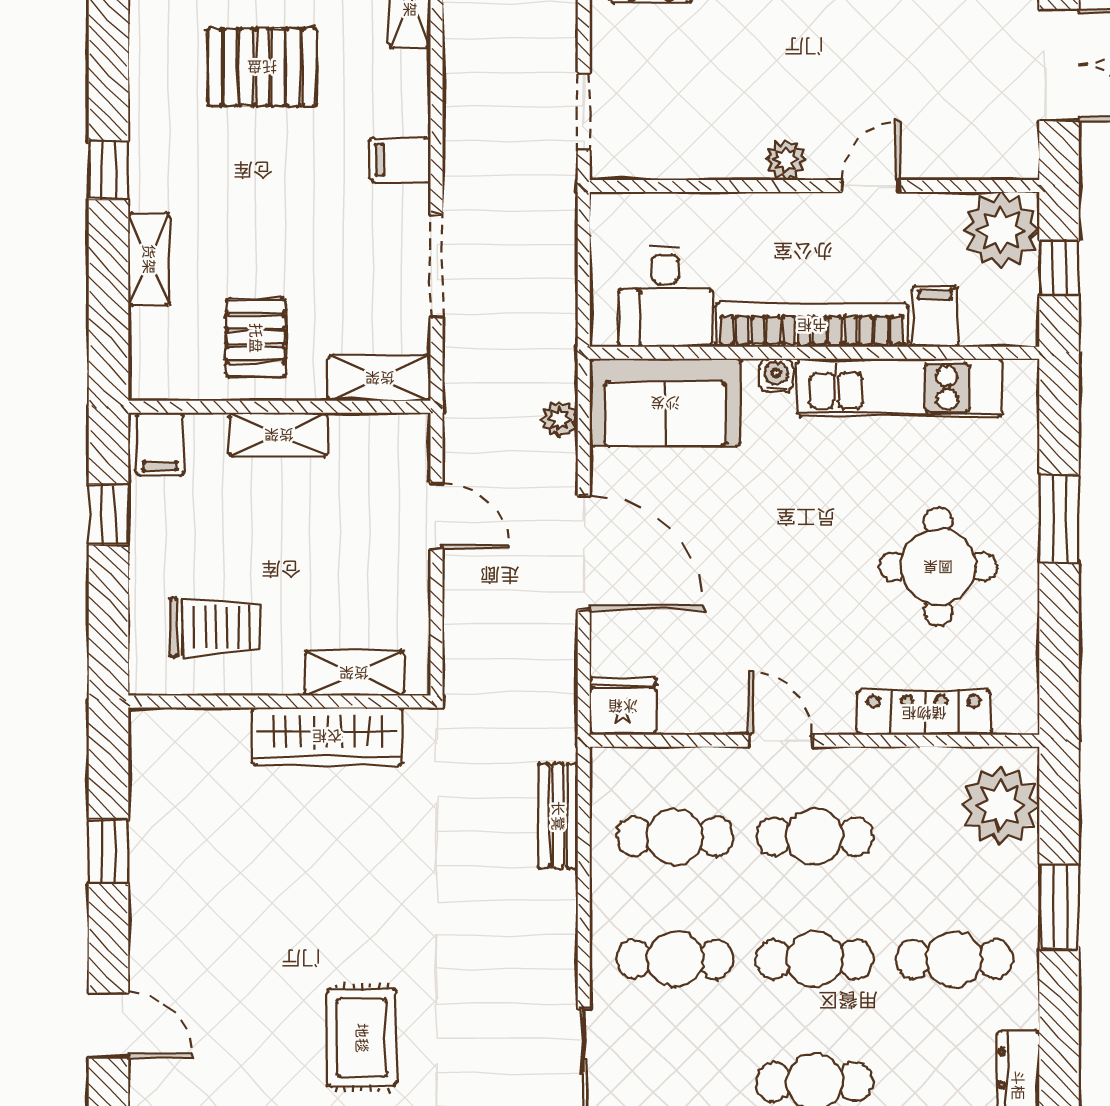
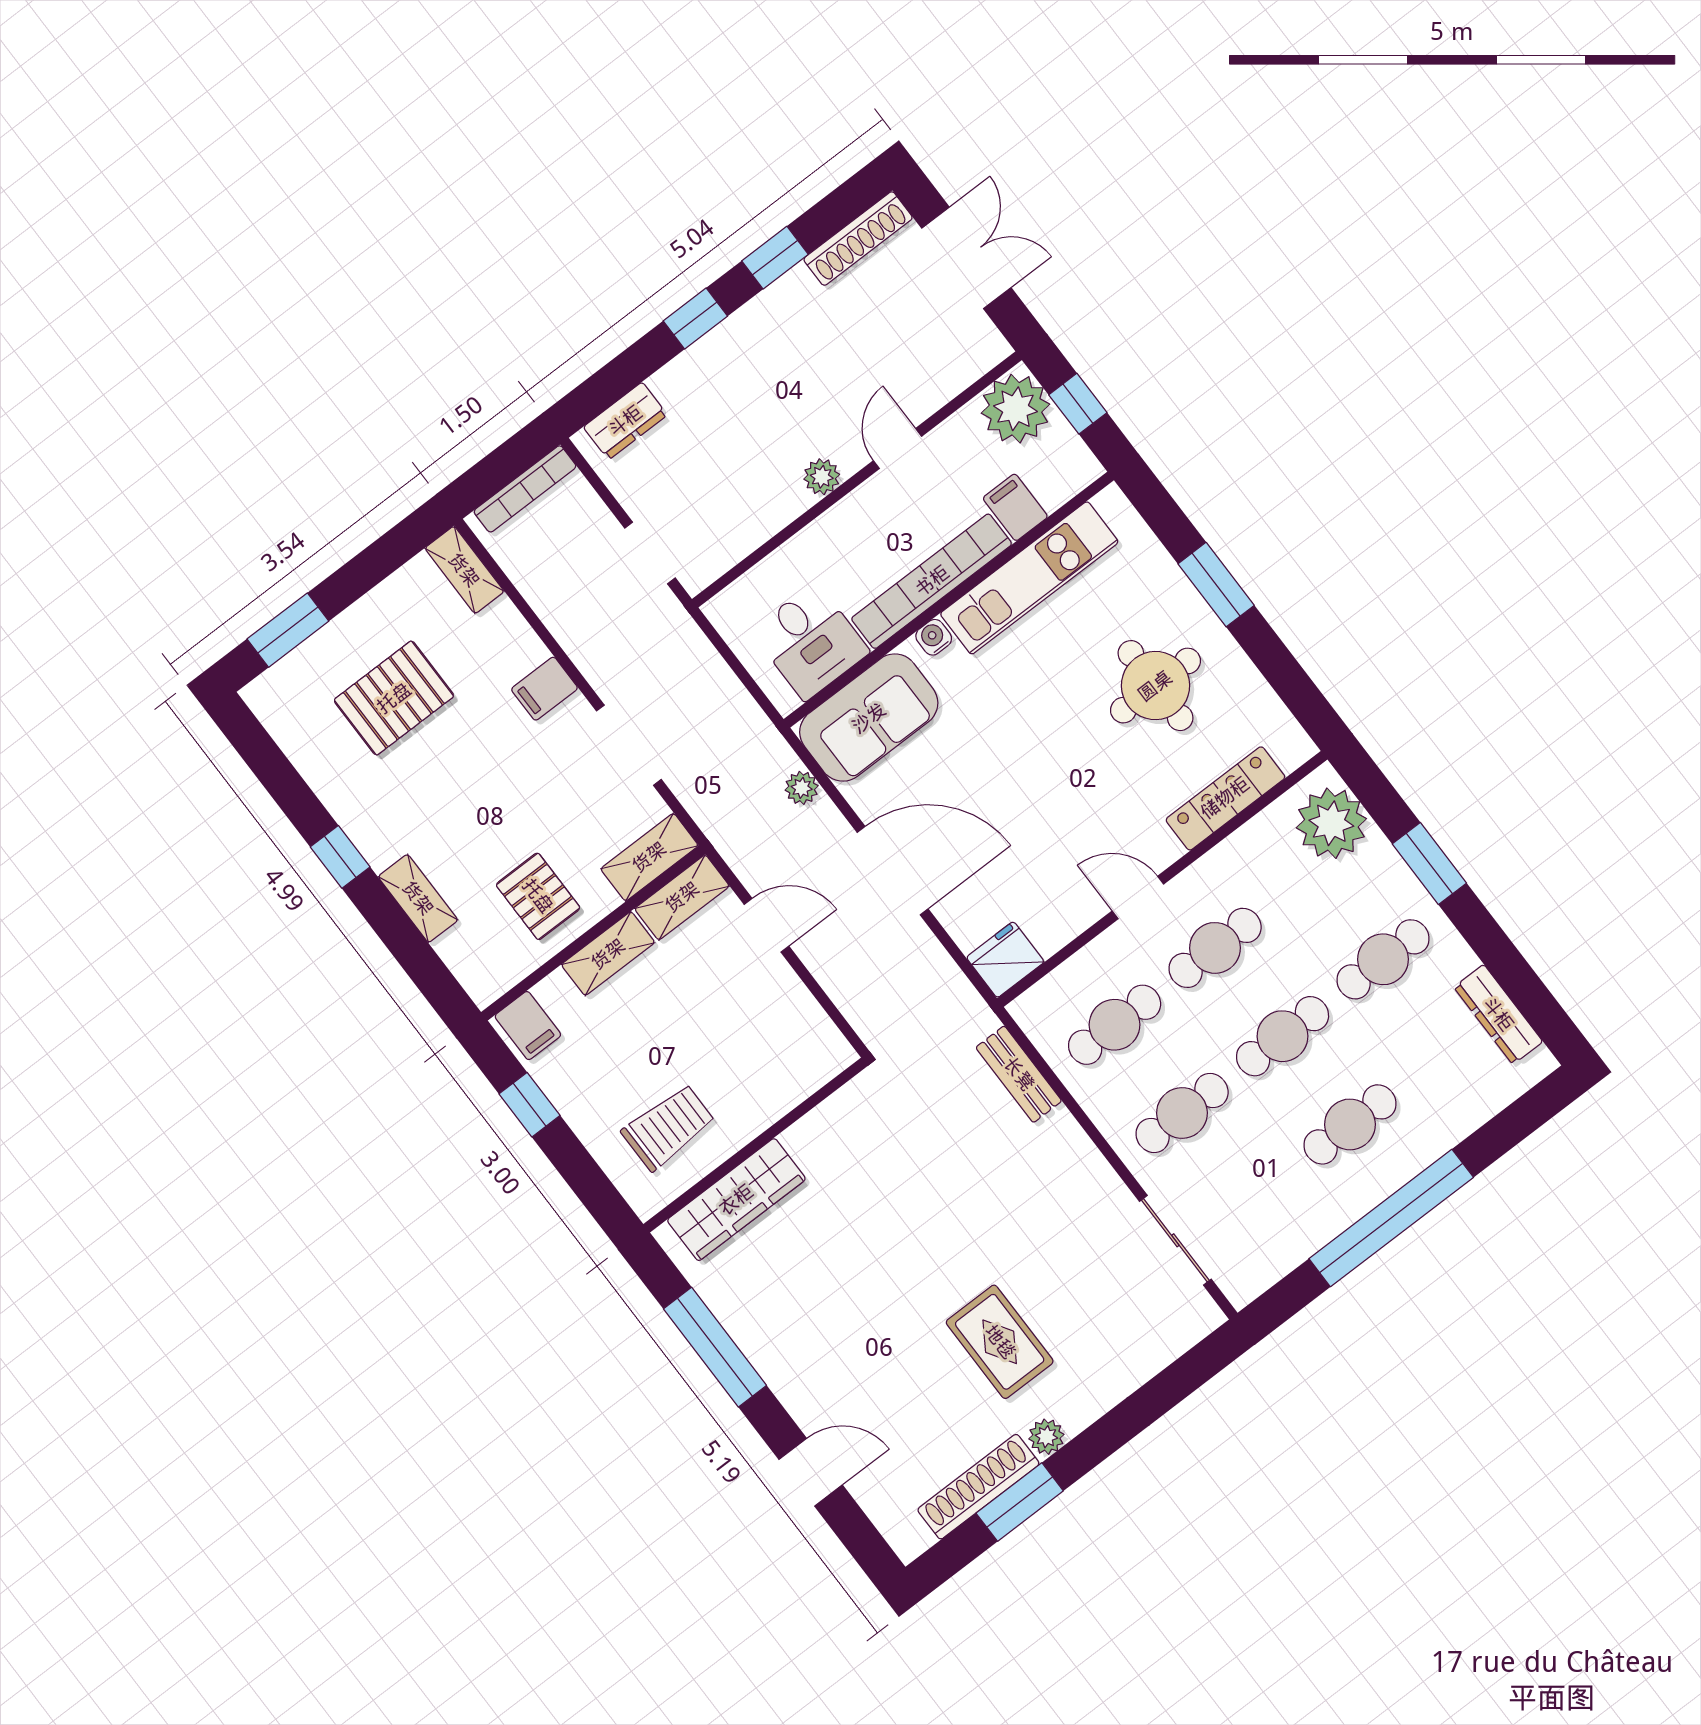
shelving: (354, 673) -> (682, 897), moved
wardrobe: (327, 736) -> (736, 1200), moved
window: (109, 851) -> (715, 1347), width x2.17

